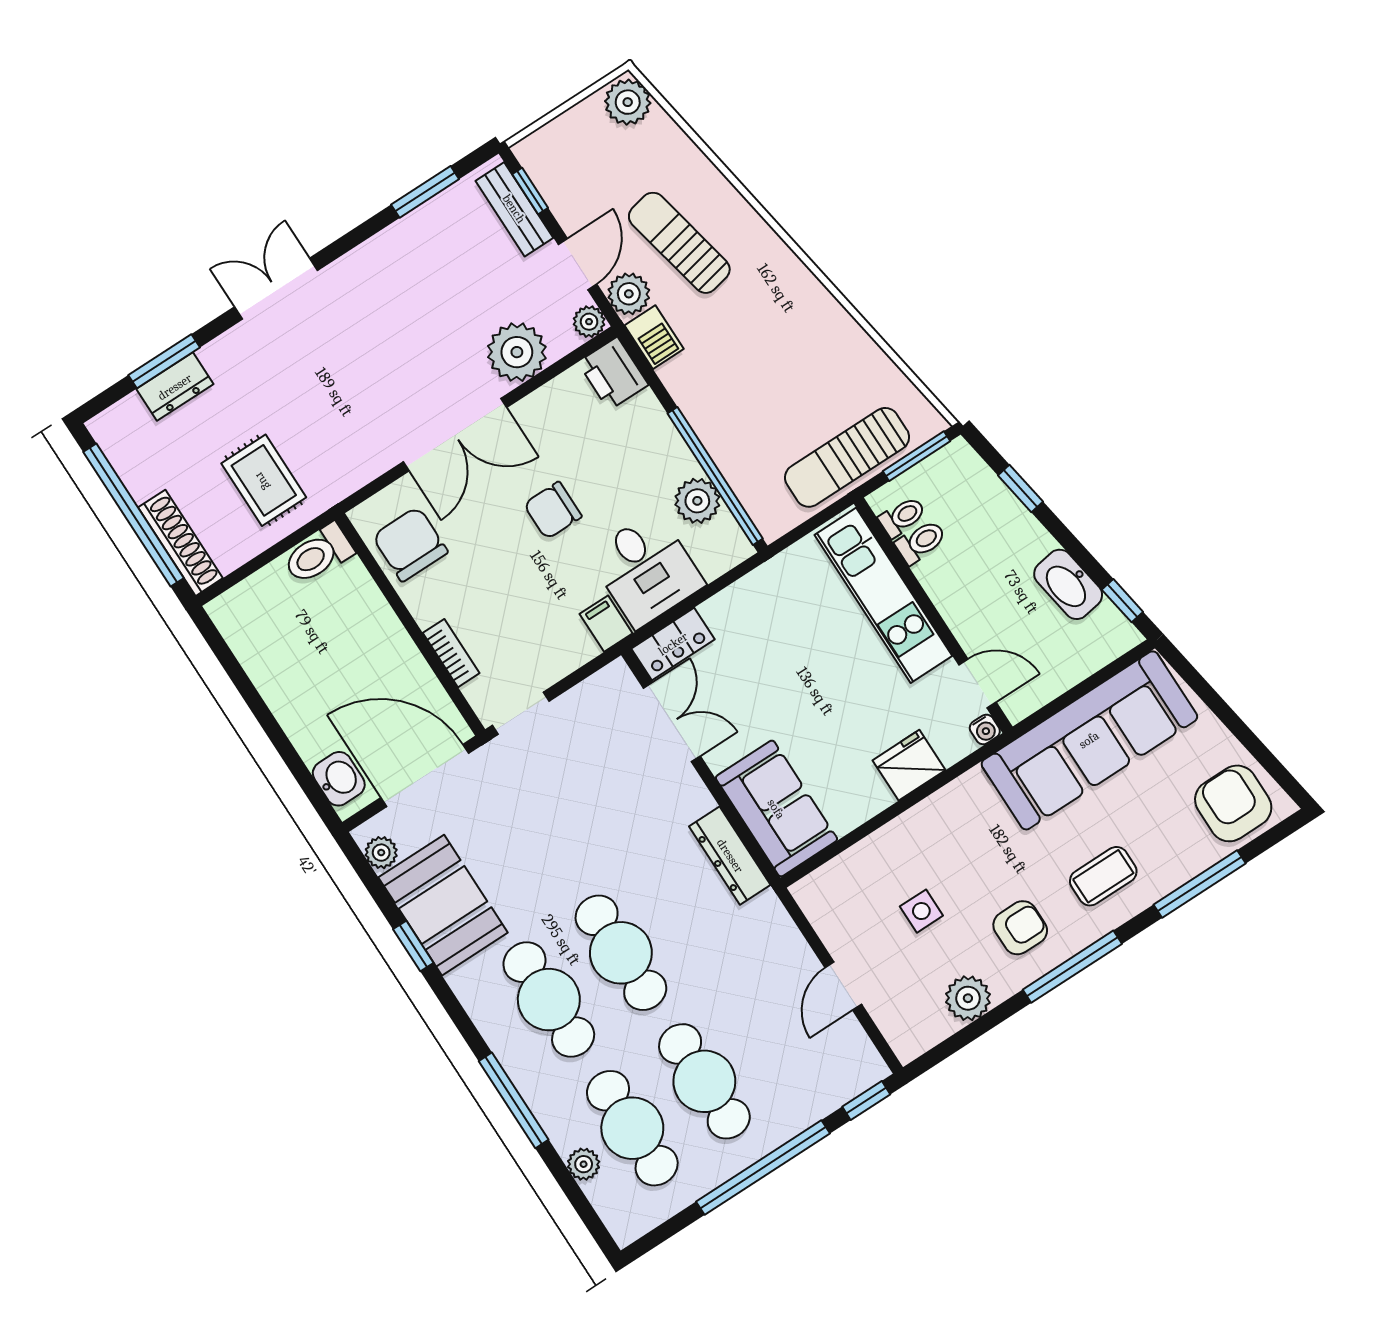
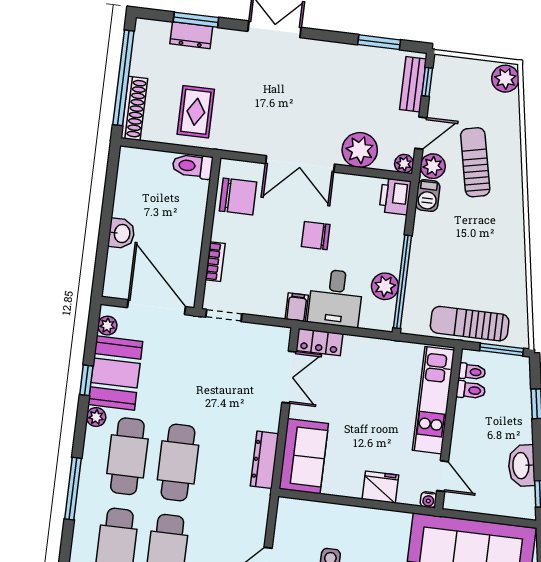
chair: (410, 544) -> (238, 196), turned 90
washbasin: (339, 779) -> (121, 233), moved
plant: (584, 1164) -> (96, 417), moved

